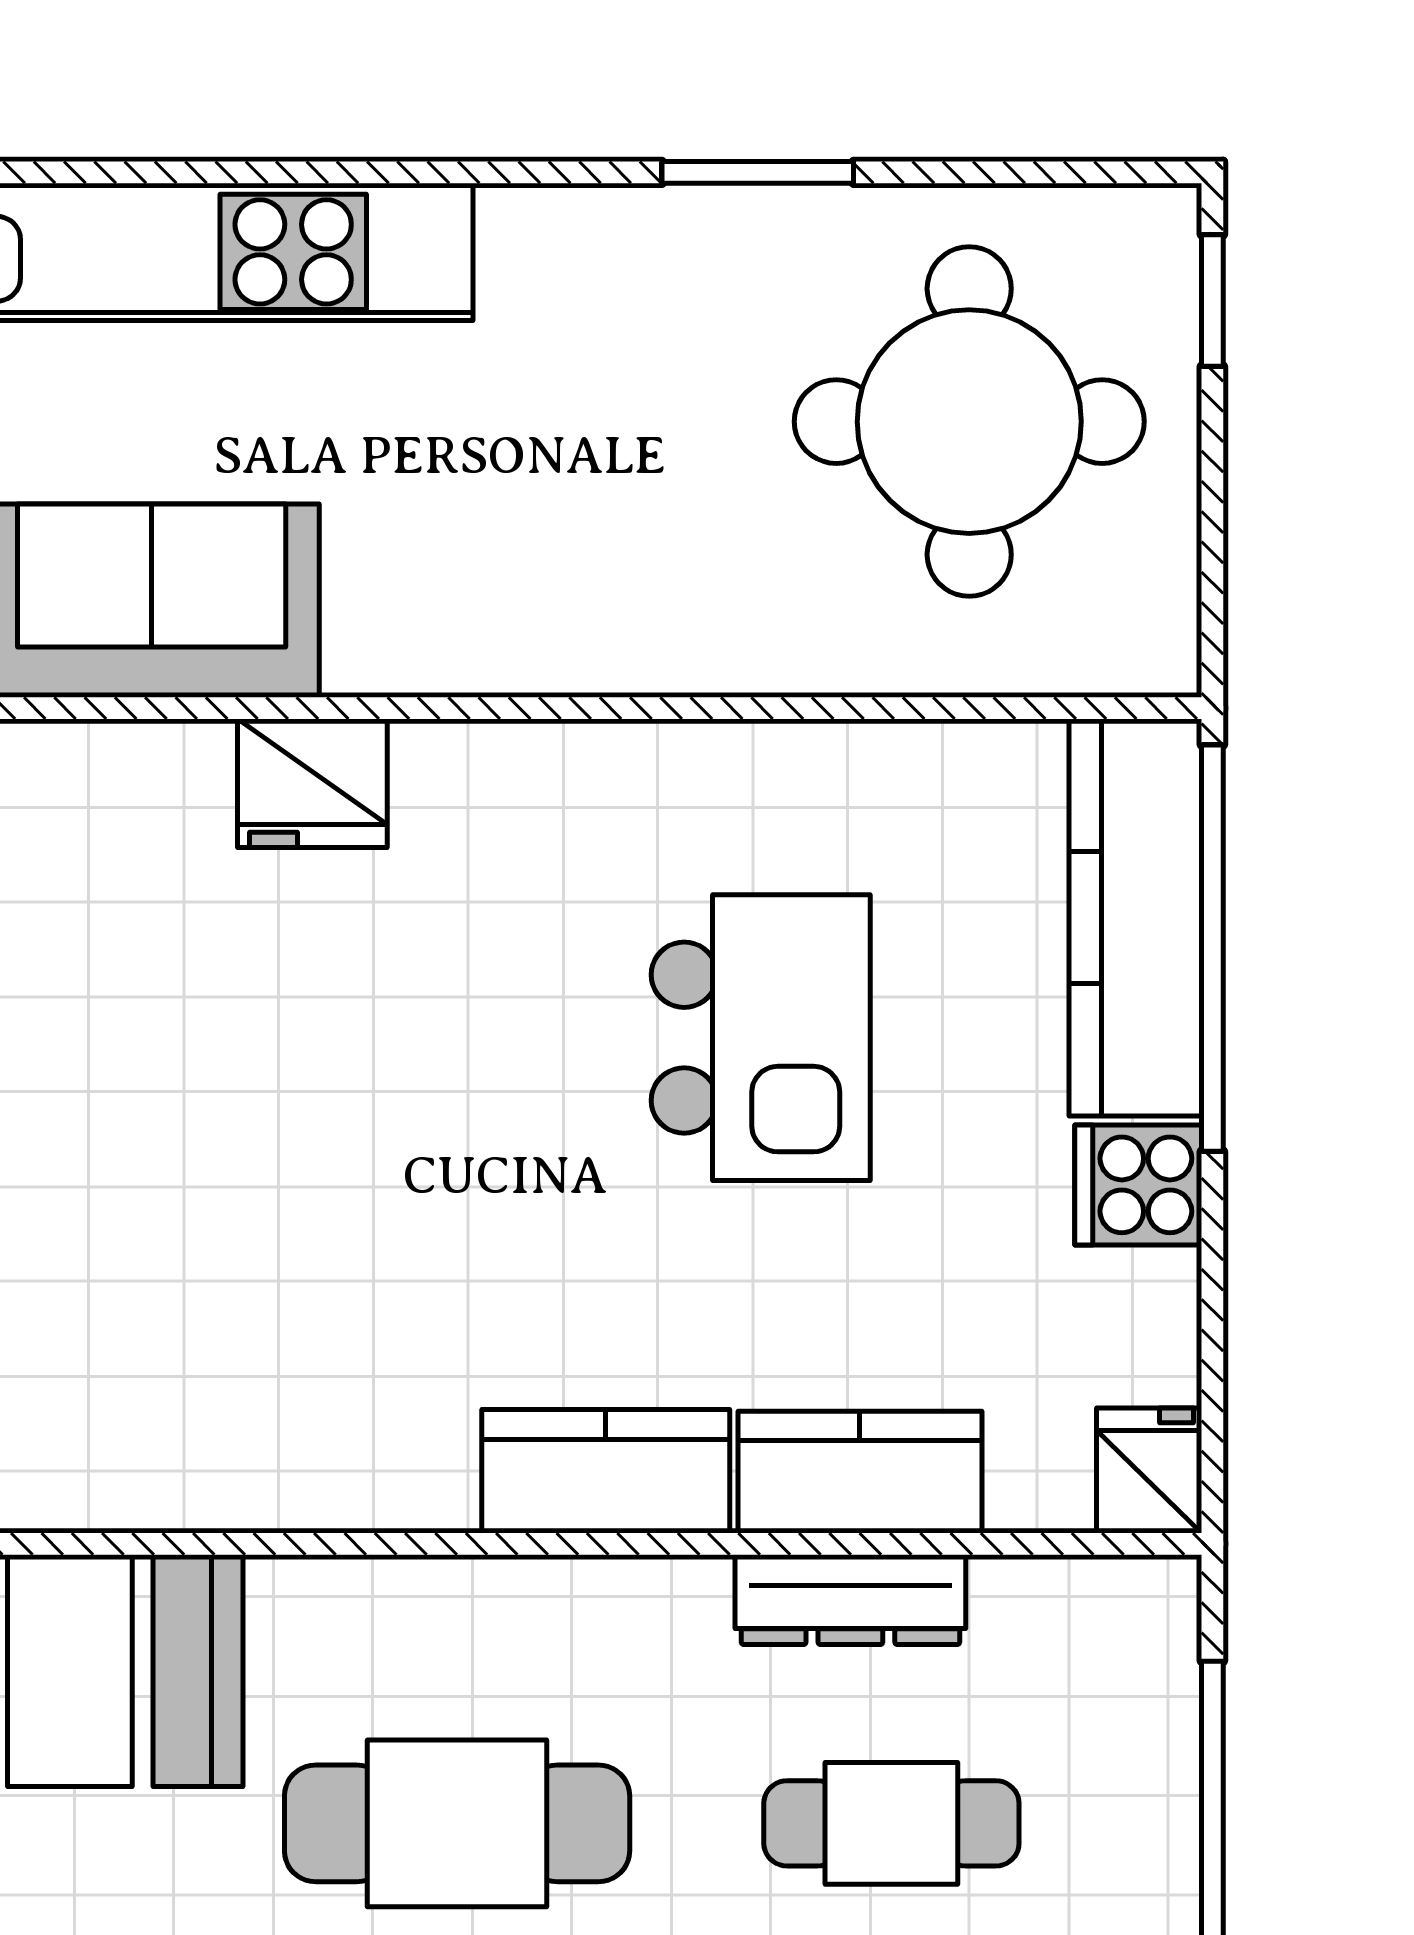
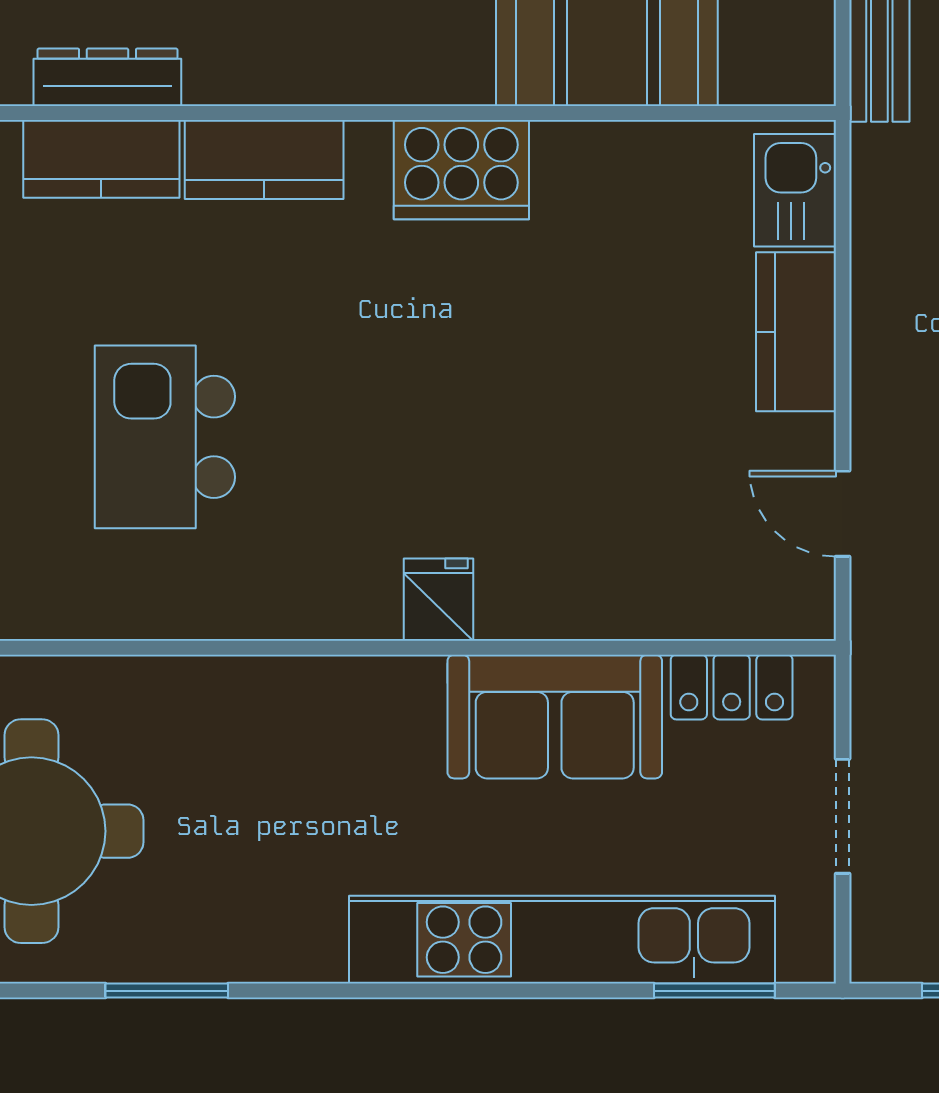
fridge: (312, 783) -> (439, 600), width x0.72
cooker: (298, 1455) -> (461, 170), added

